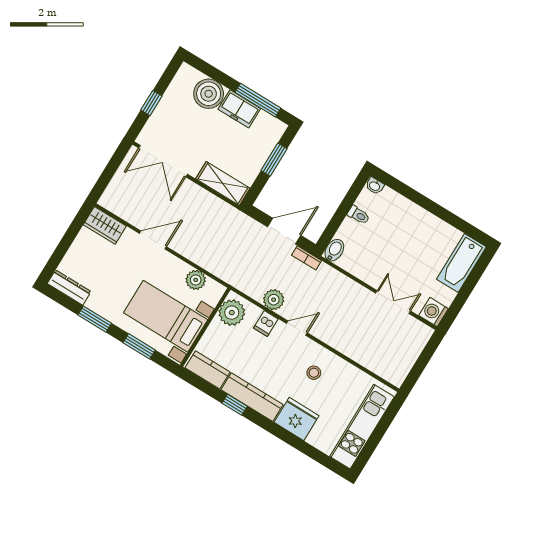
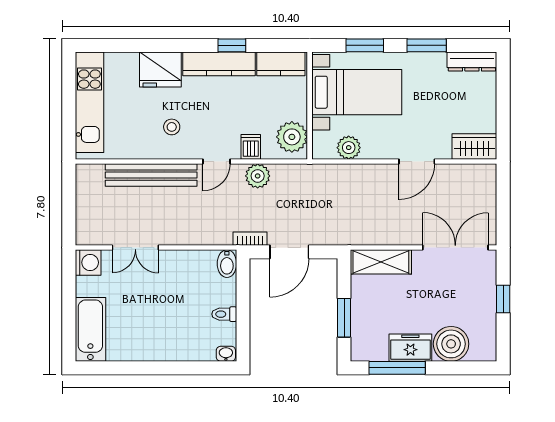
bench: (350, 347) -> (151, 175), added

